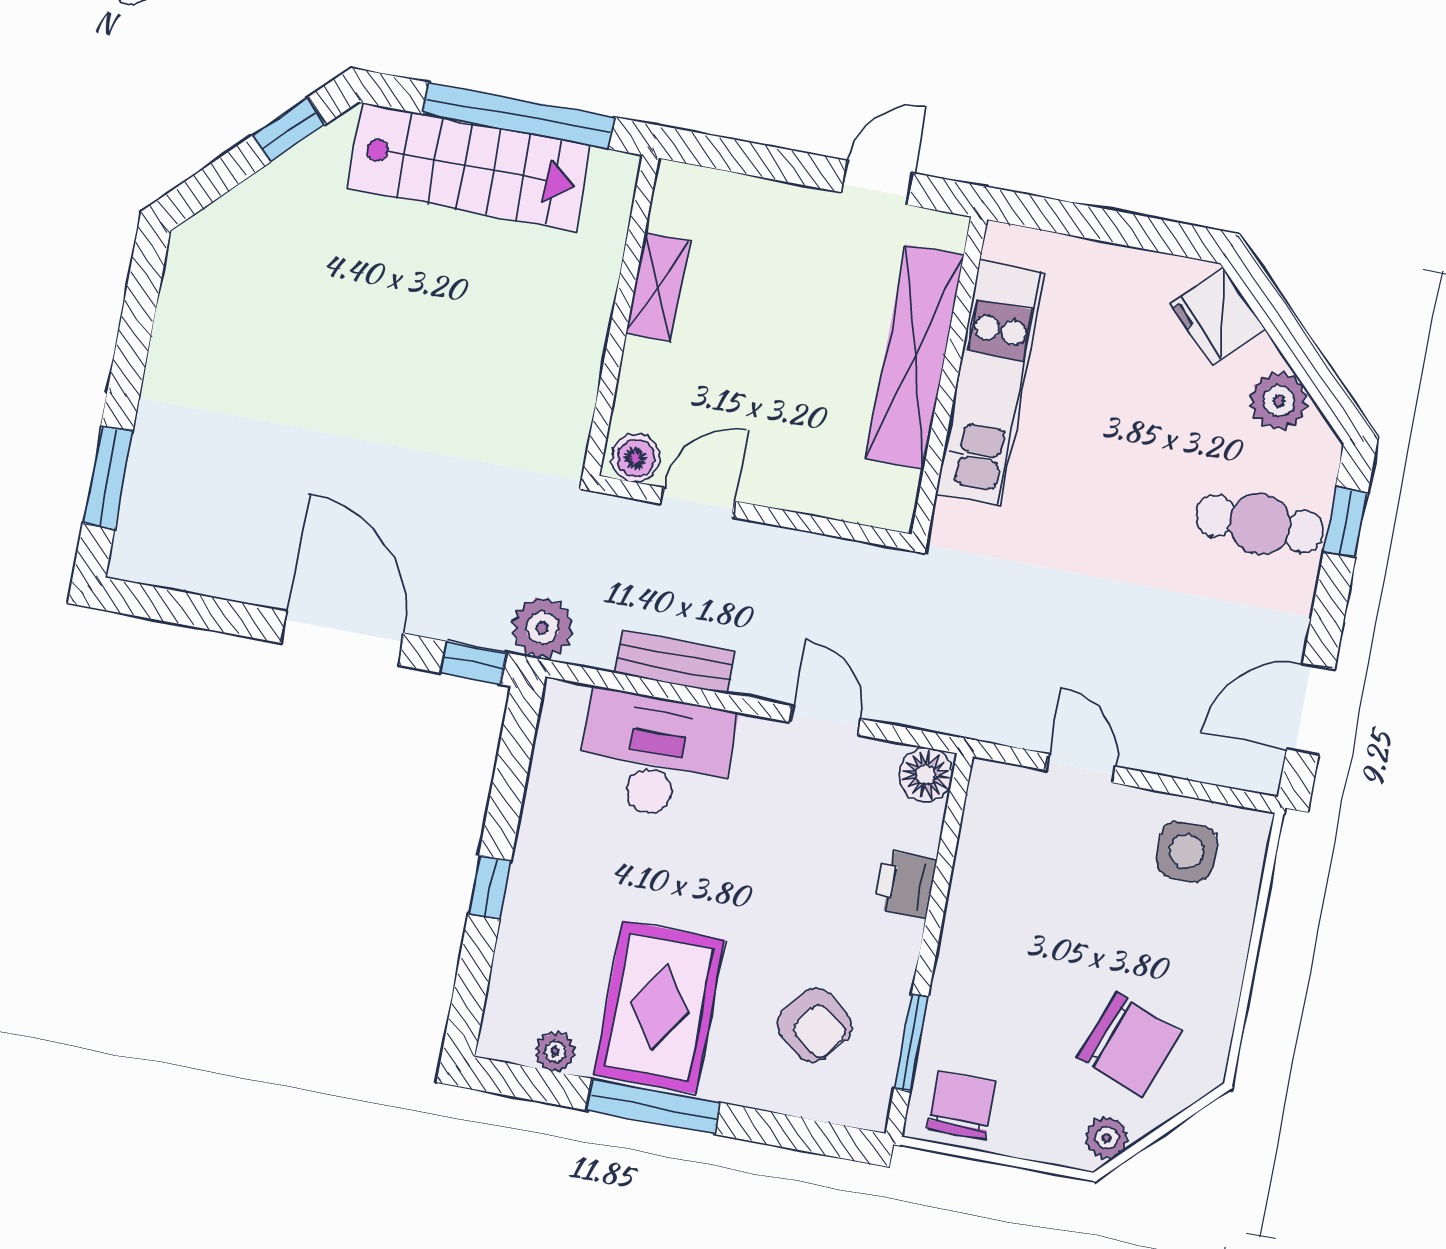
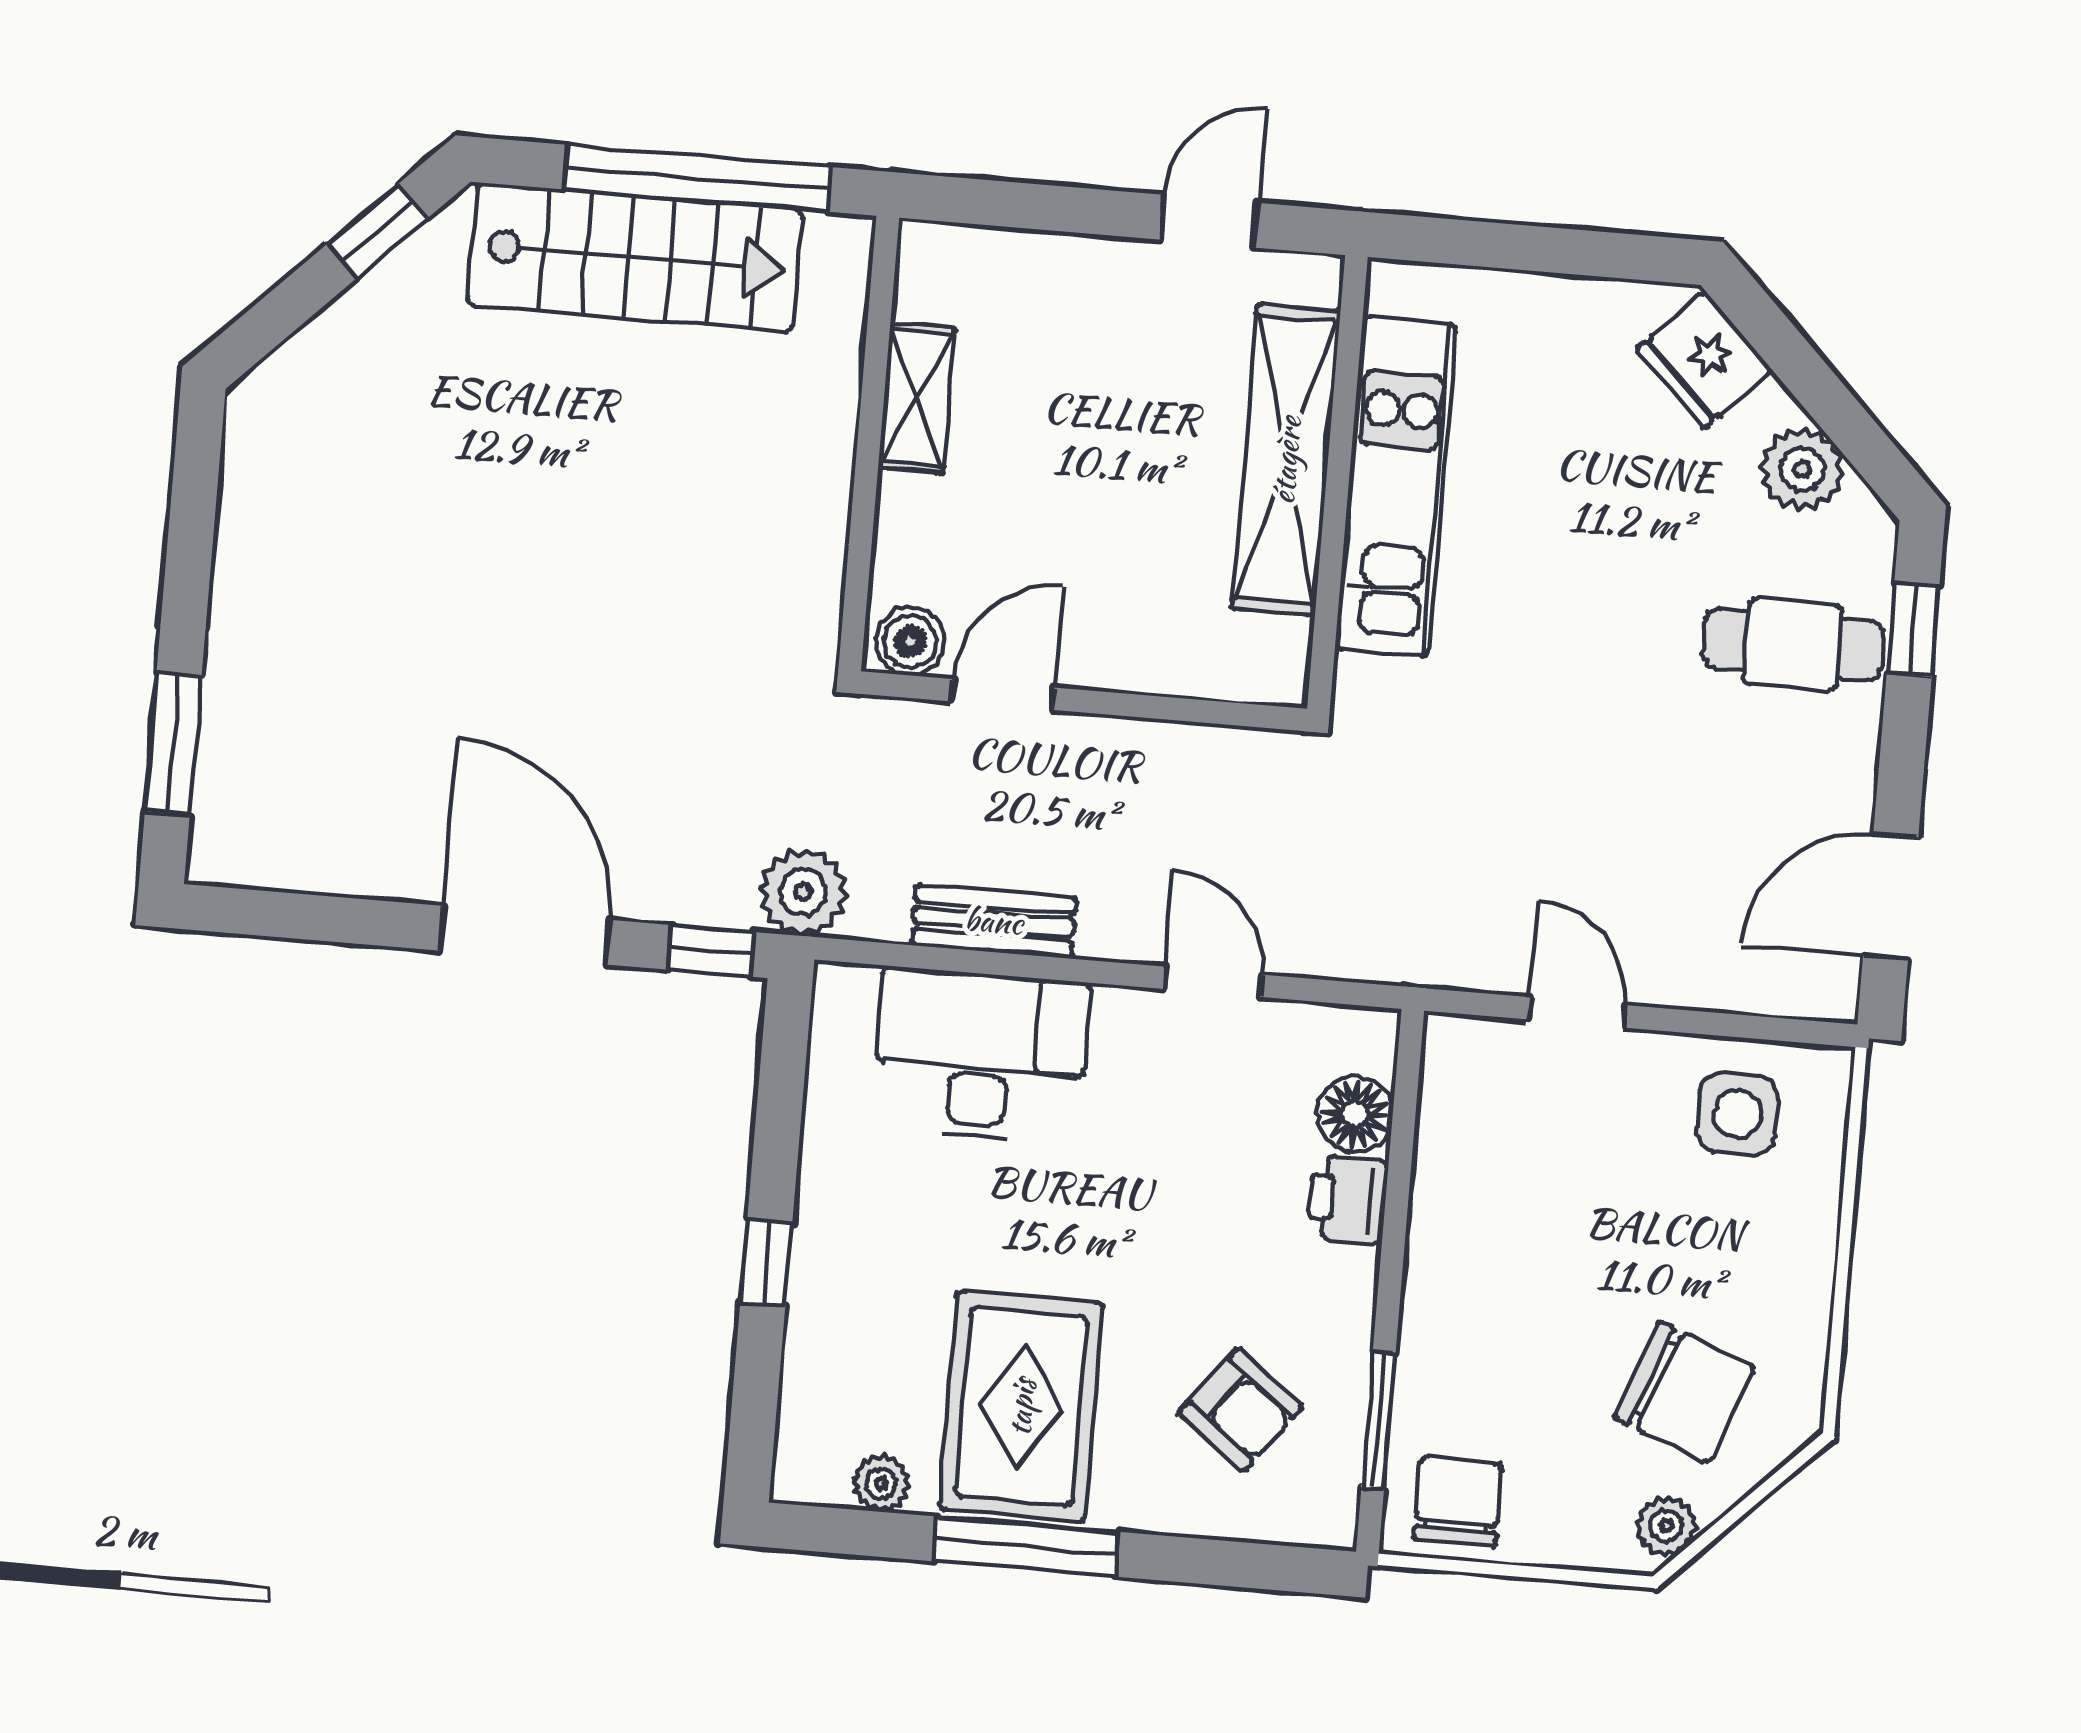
floor lamp: (926, 775) -> (1355, 1114), moved

